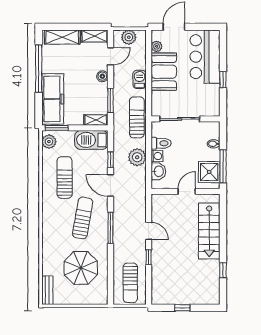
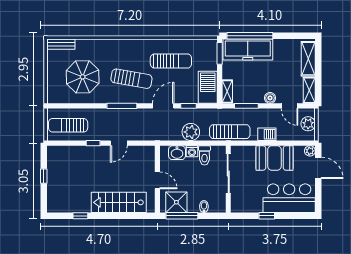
plant: (157, 46) -> (310, 151), moved
window: (39, 69) -> (250, 36), moved
plant: (49, 142) -> (206, 46), removed

